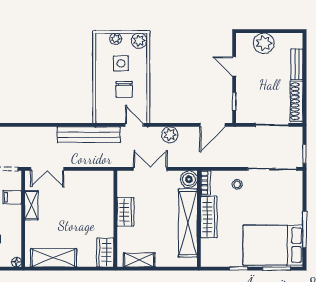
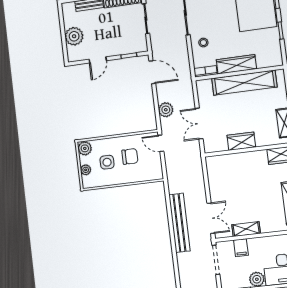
door: (134, 125) -> (161, 143), hinge flipped
bench: (89, 135) -> (179, 223), moved
boiler: (189, 179) -> (204, 87), removed

